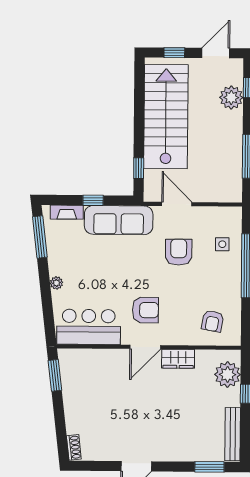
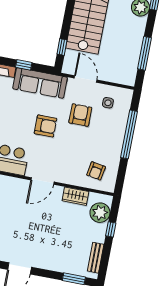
side table: (222, 244) -> (108, 103), moved
armchair: (145, 310) -> (45, 126), moved
wardrobe: (178, 359) -> (75, 196), moved
bench: (233, 434) -> (96, 258), width x0.73

